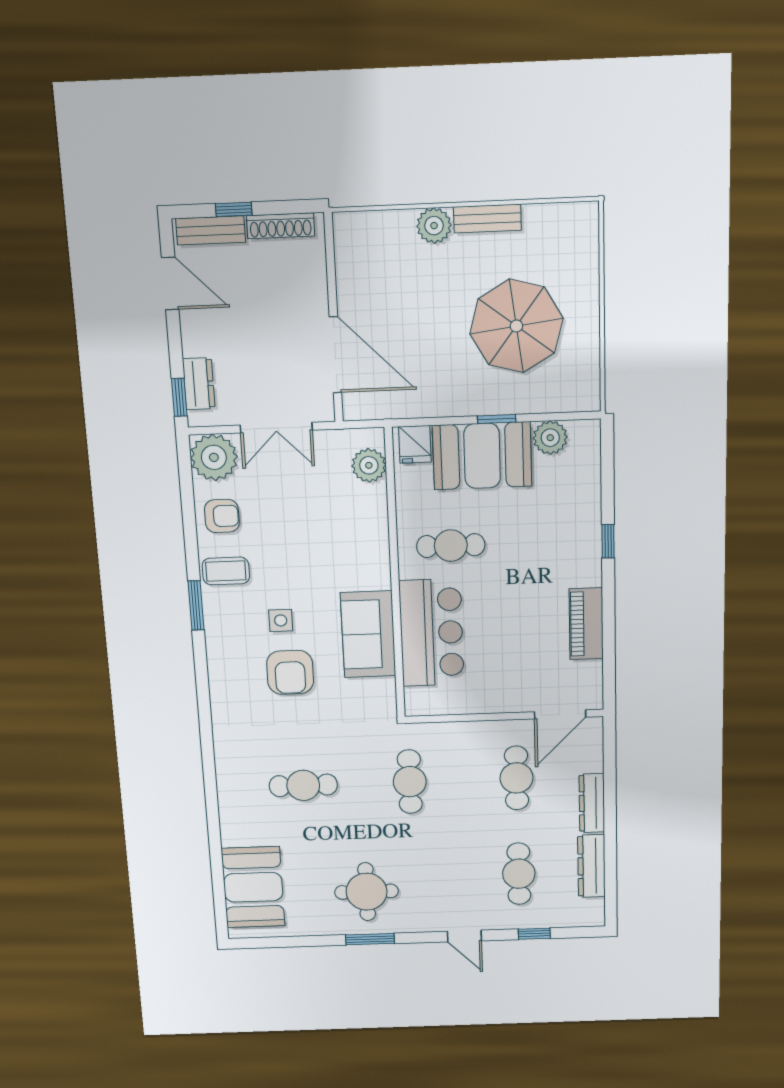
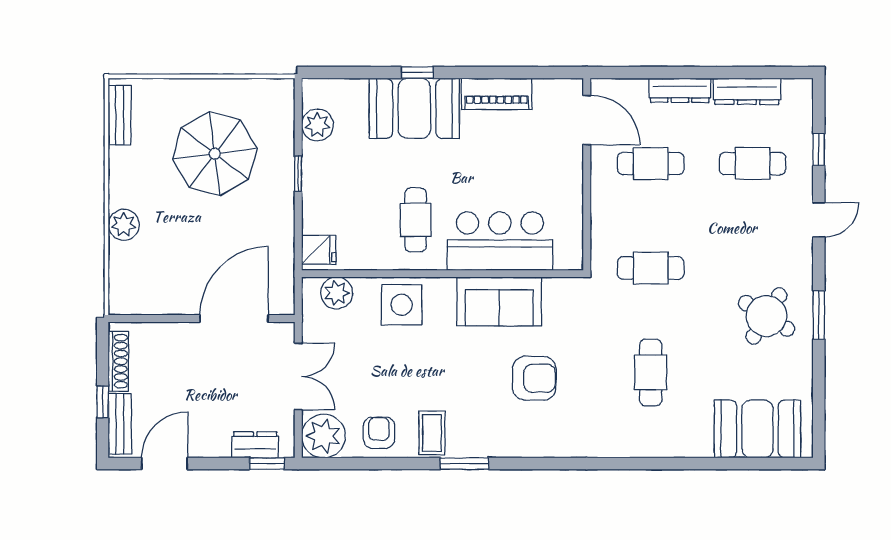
bench: (487, 219) -> (120, 115), moved
booth: (482, 456) -> (414, 108), moved, turned 90
side table: (281, 620) -> (402, 305), moved, width x1.87, depth x1.87
round table: (367, 892) -> (766, 316), turned 32

